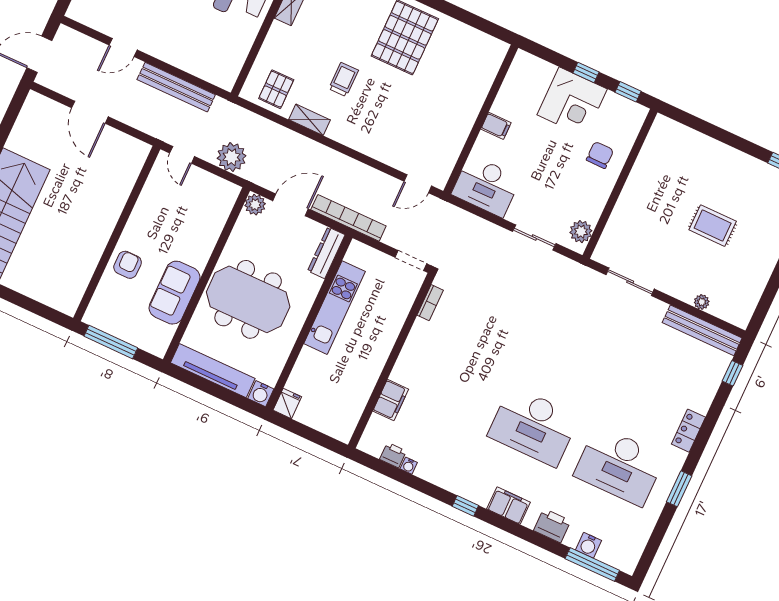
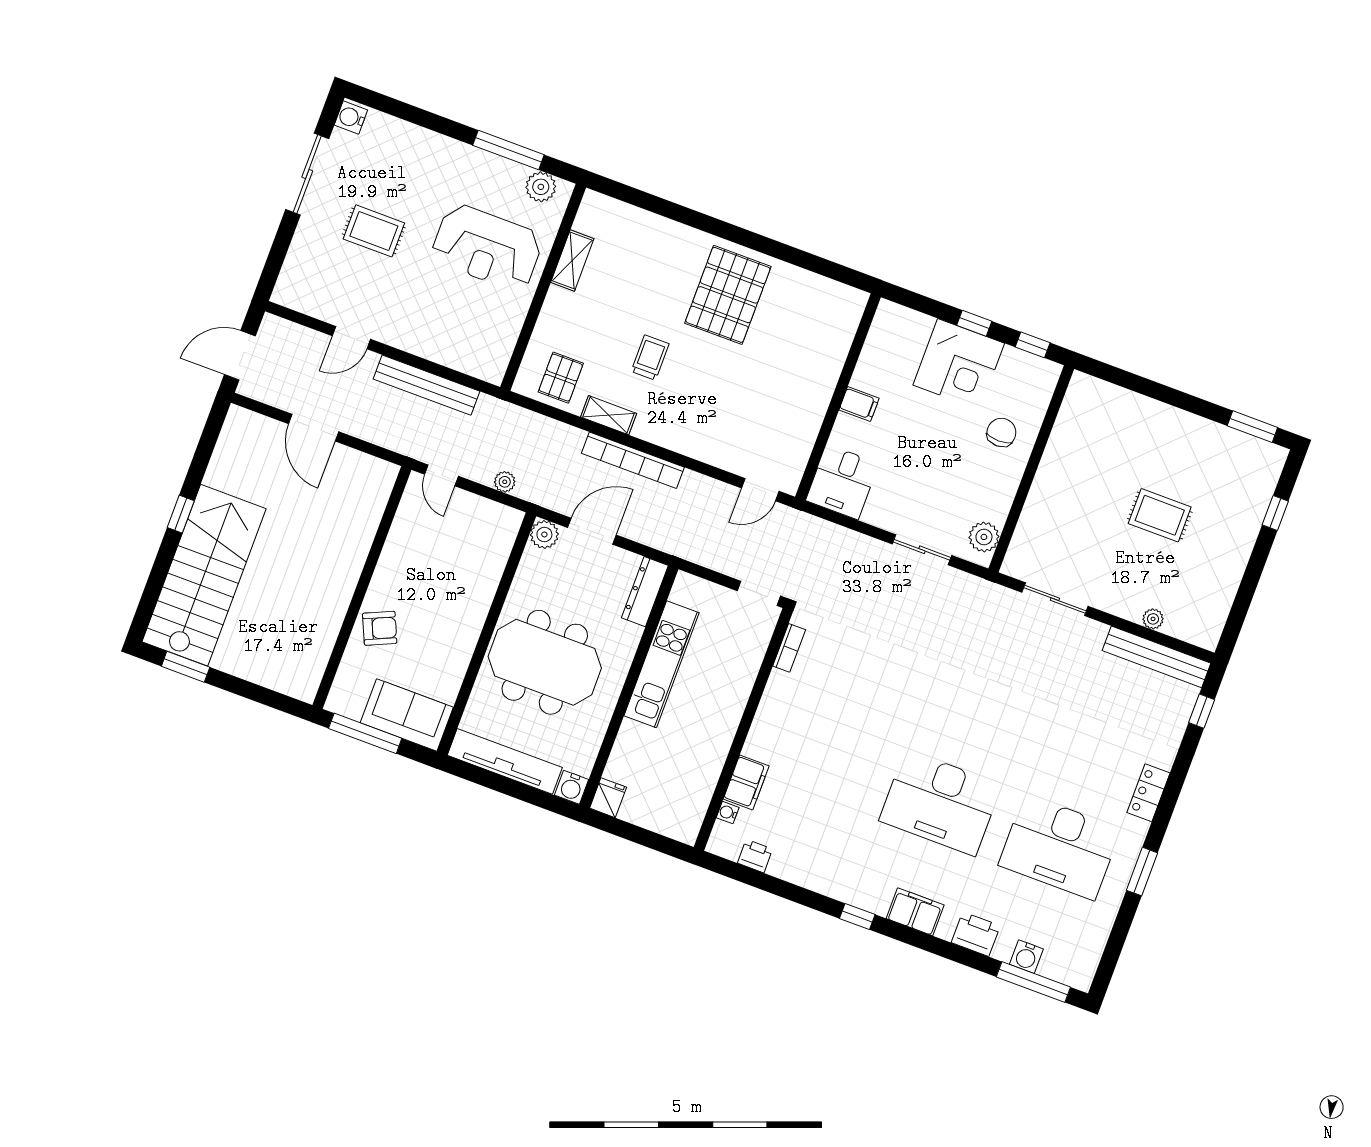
plant: (232, 157) -> (505, 482), width x0.53, depth x0.53
desk: (486, 186) -> (842, 482), width x0.73
bookcase: (348, 218) -> (633, 460), moved, turned 180
armchair: (128, 265) -> (380, 628), turned 66
sofa: (174, 293) -> (407, 715), moved, turned 90
water cooler: (409, 466) -> (728, 813), moved, turned 90

